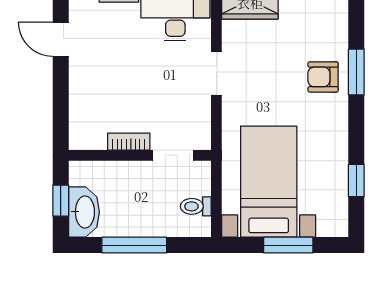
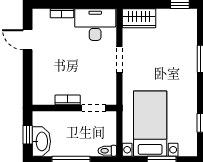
armchair: (323, 77) -> (182, 62), removed
toilet: (196, 206) -> (107, 151), moved

